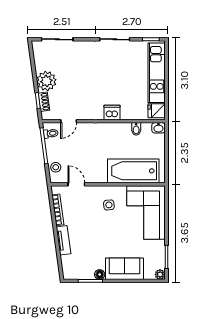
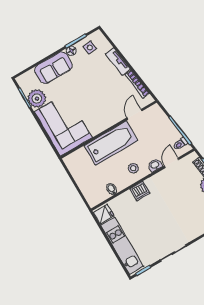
washbasin: (158, 128) -> (155, 165), moved
stool: (56, 167) -> (133, 168), moved
bathtub: (133, 171) -> (111, 143), moved
door: (76, 184) -> (134, 114), swing flipped
side table: (109, 205) -> (90, 47), moved
plant: (160, 274) -> (37, 98), moved, width x1.87, depth x1.87

